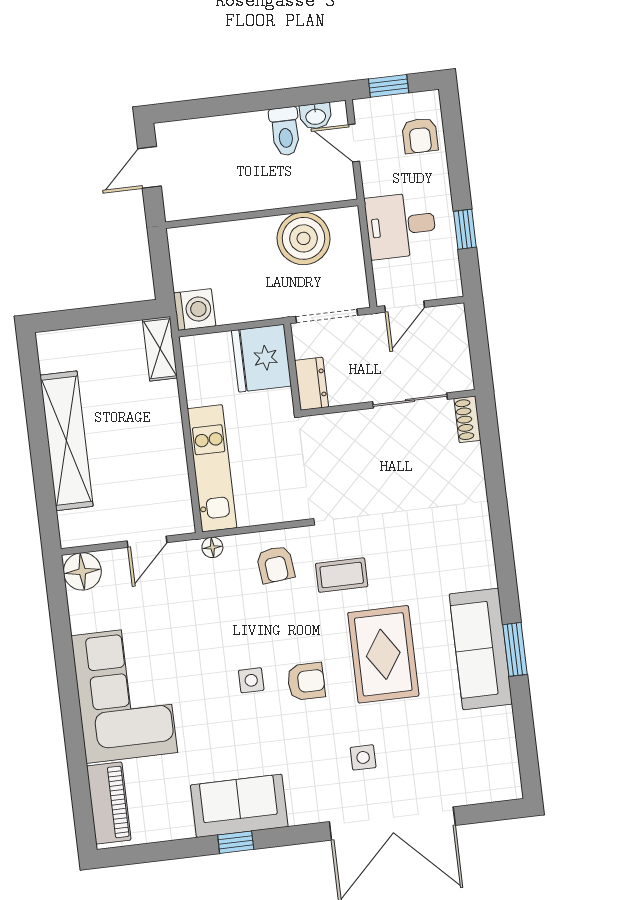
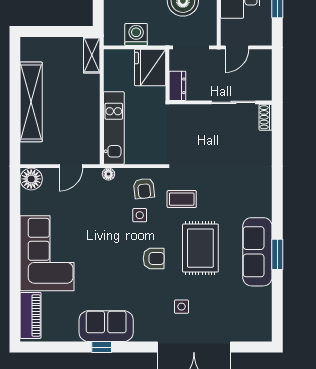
washing machine: (195, 309) -> (136, 35), moved, turned -90
side table: (251, 680) -> (140, 215), moved

